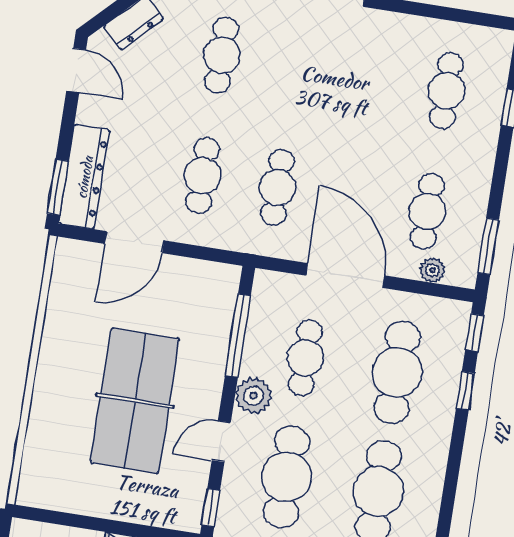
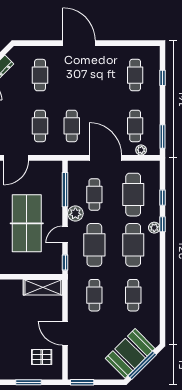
window: (475, 332) -> (163, 224), moved
plant: (435, 459) -> (154, 228), added

